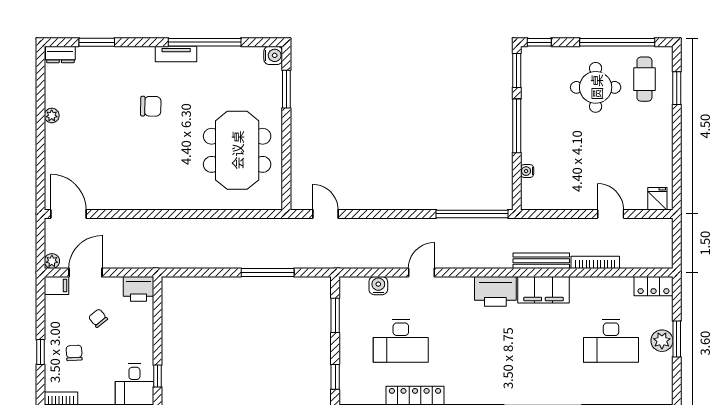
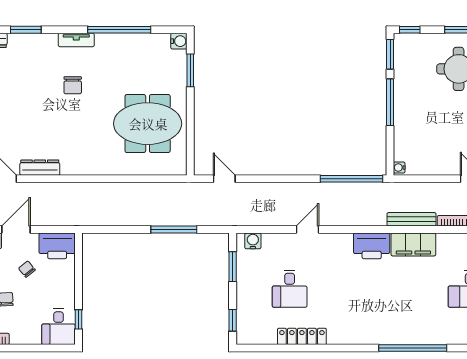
tv unit: (176, 54) -> (76, 40), moved
chair: (151, 106) -> (73, 85), turned 89
meeting table: (237, 150) -> (148, 124), turned 90
water cooler: (527, 171) -> (399, 168), moved
dresser: (113, 201) -> (40, 168), added
water cooler: (378, 286) -> (253, 241), moved
printer: (139, 289) -> (57, 246), width x1.37, depth x1.19
desk: (401, 341) -> (290, 289), width x0.73

